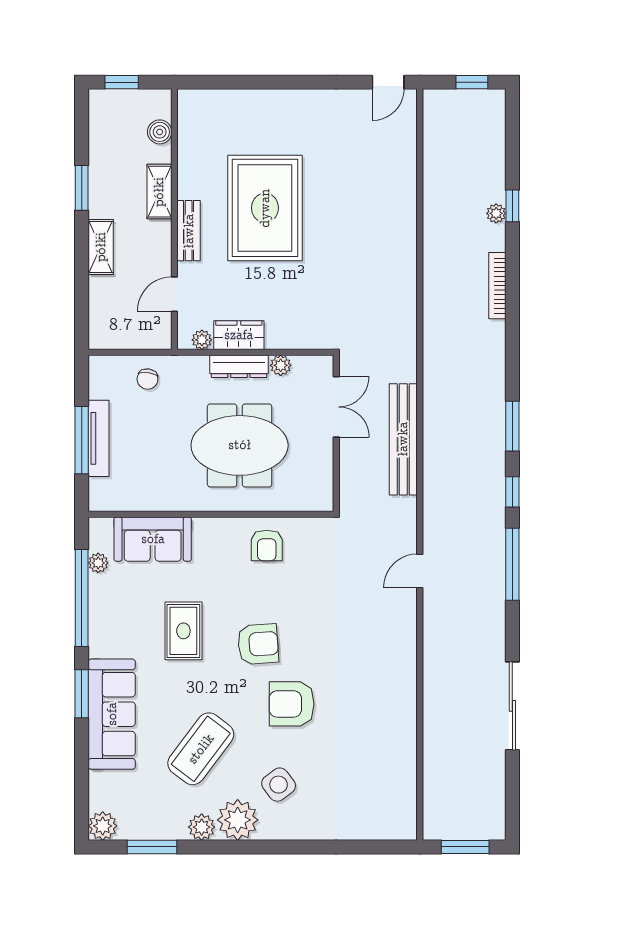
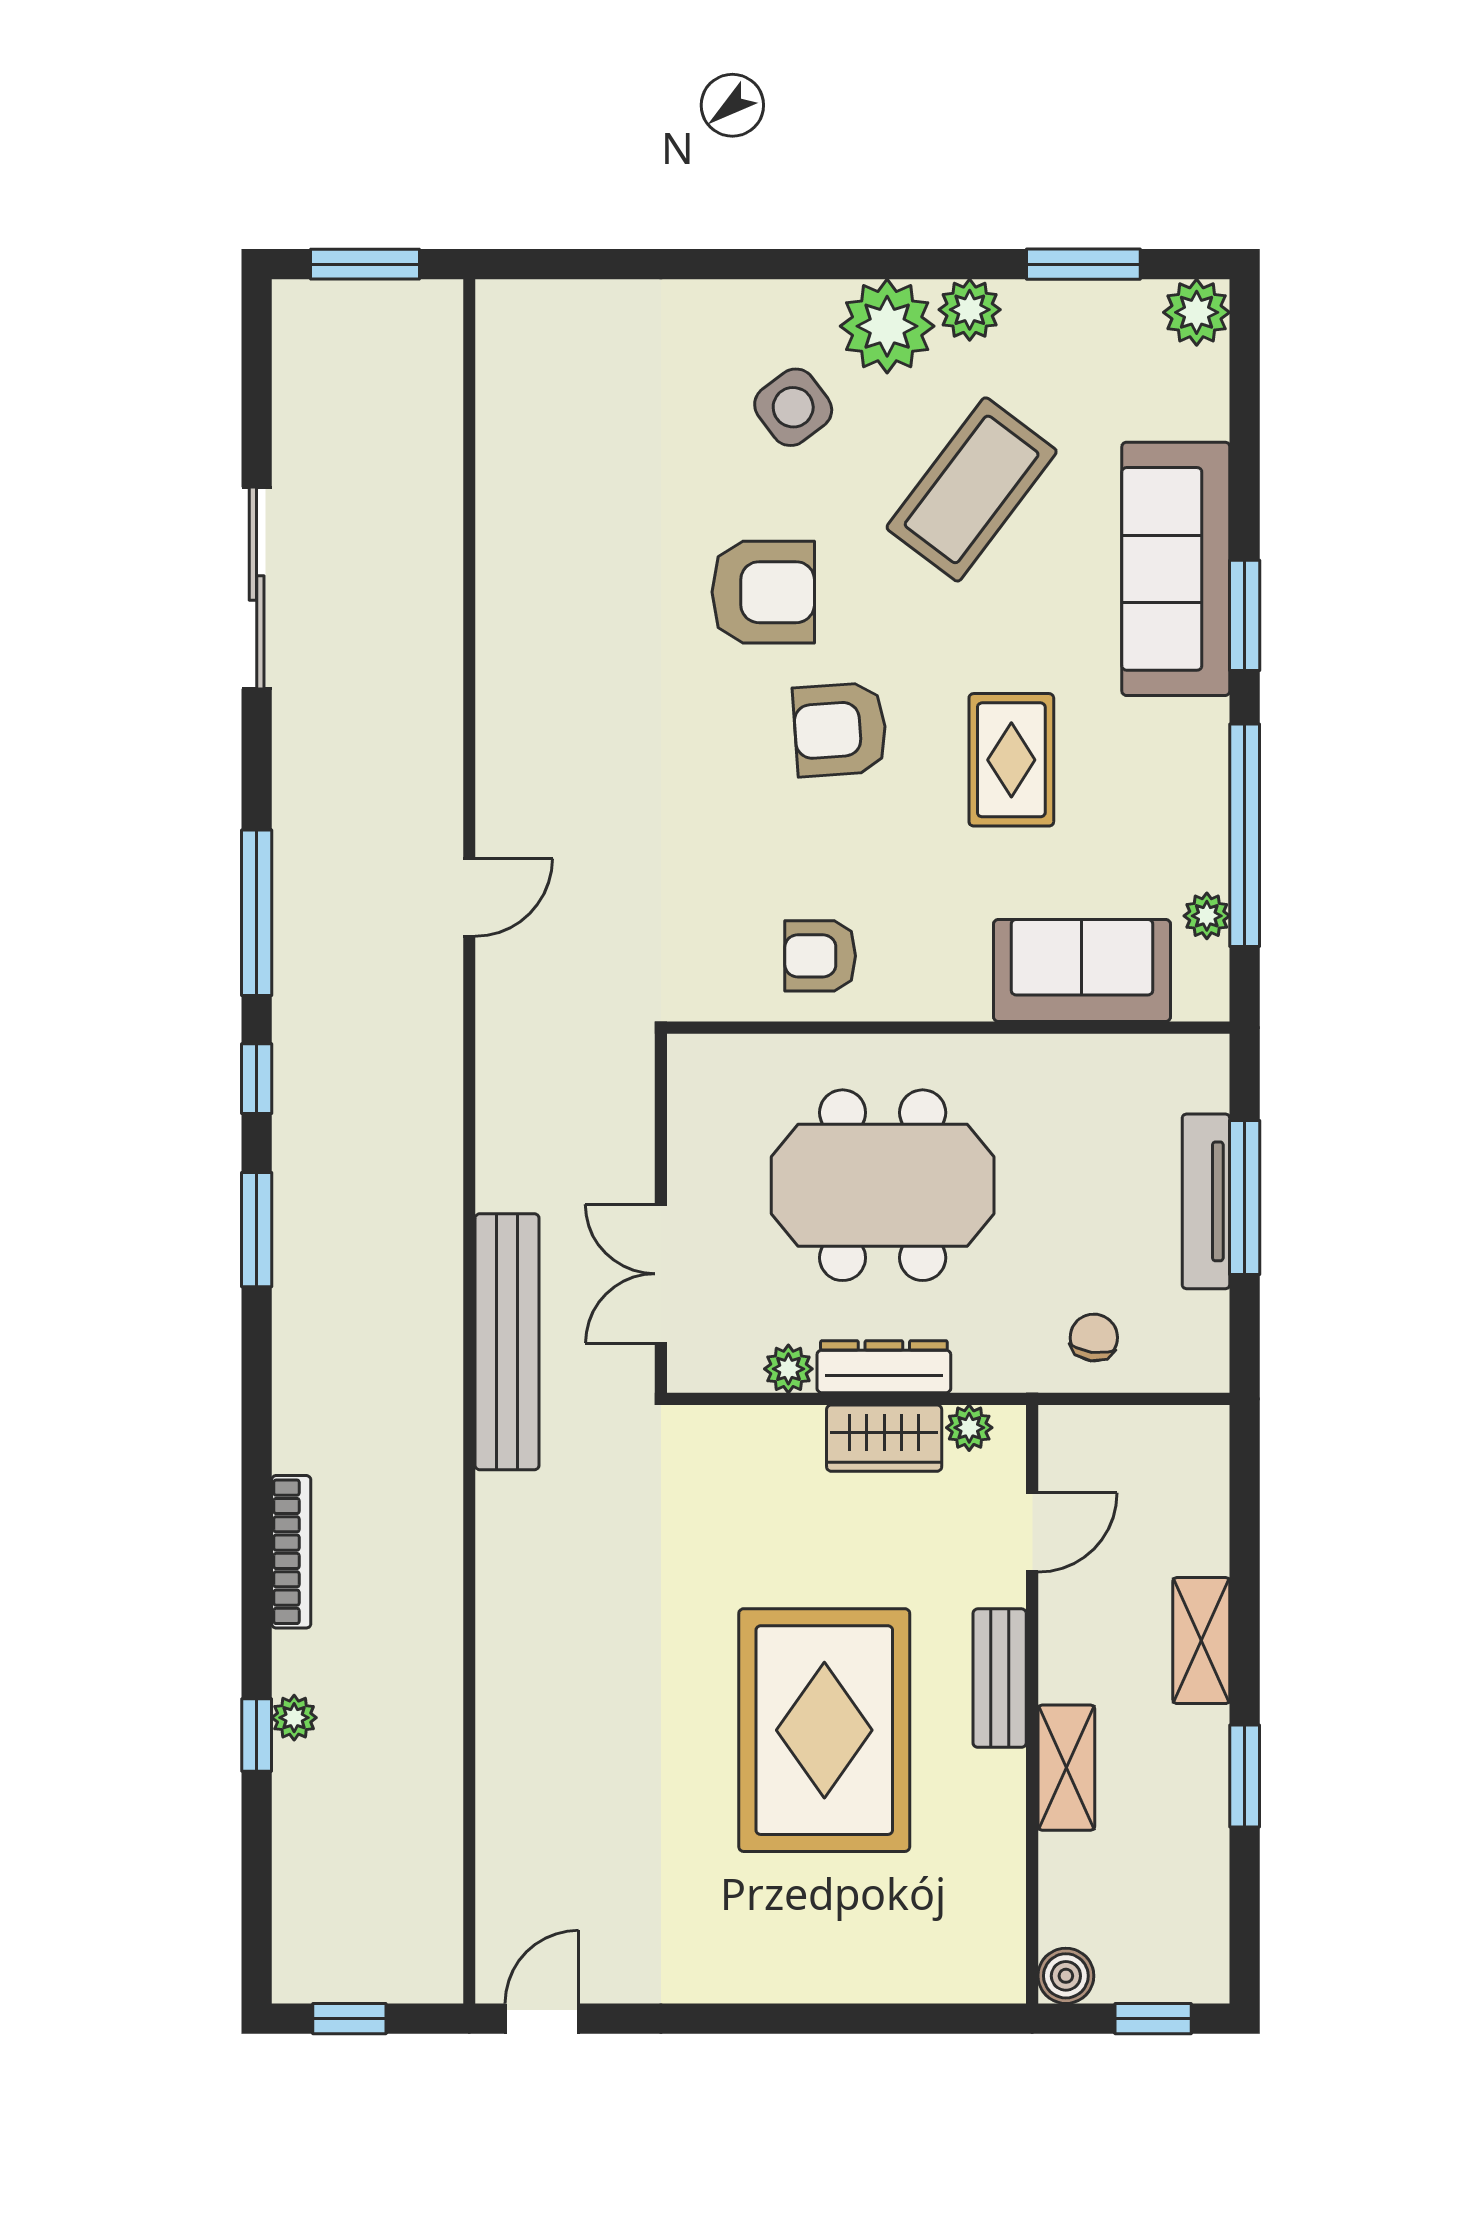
boiler: (160, 132) -> (1066, 1976), moved
bench: (403, 439) -> (507, 1342), moved
armchair: (267, 545) -> (820, 956), turned -90

